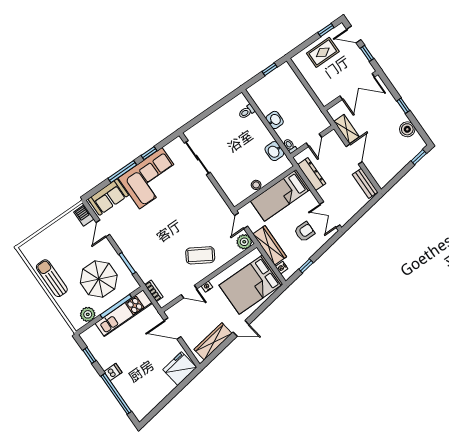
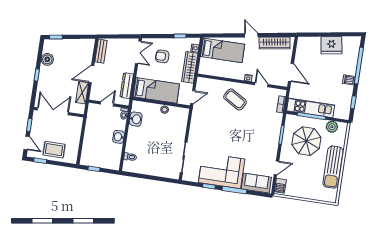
plant: (244, 242) -> (202, 83), removed
sun lounger: (52, 278) -> (333, 167), width x1.36, depth x1.34
bed: (251, 285) -> (223, 50), width x0.67
fridge: (180, 369) -> (331, 45), moved

